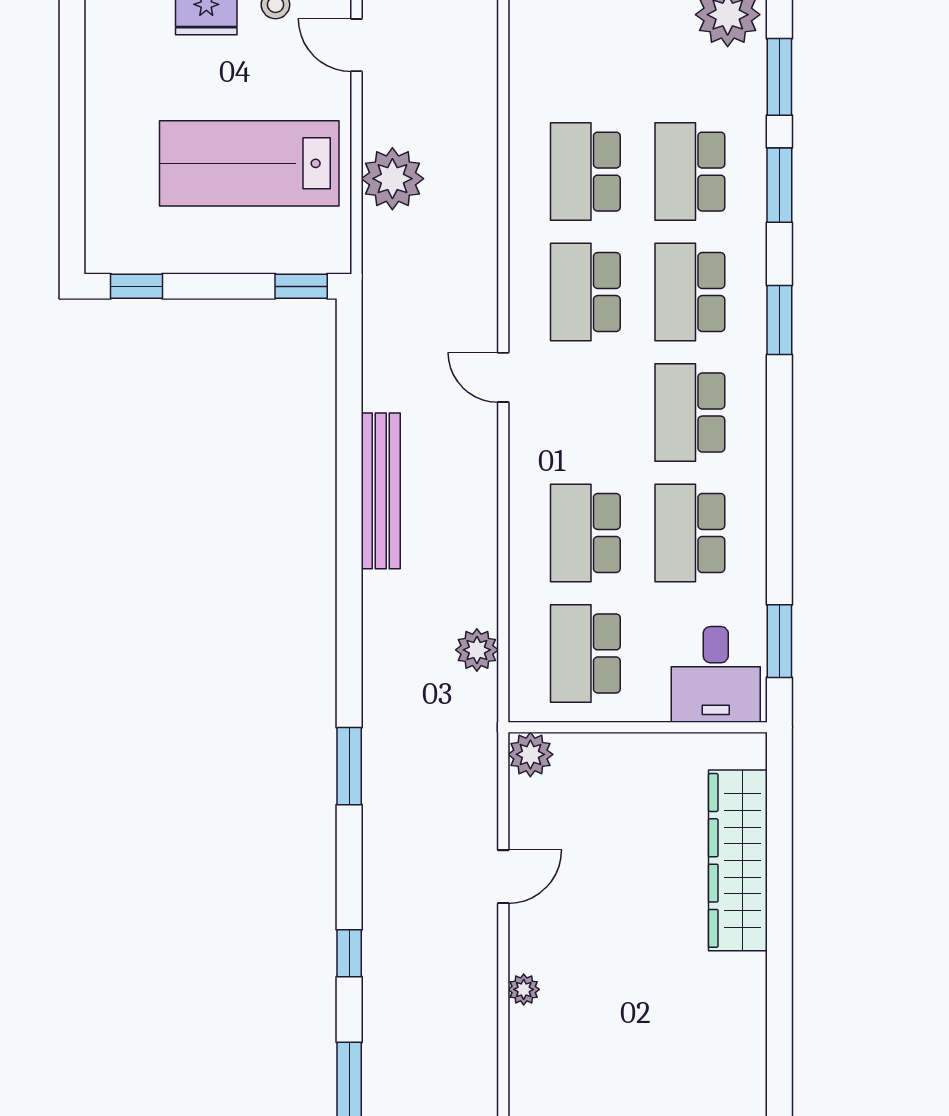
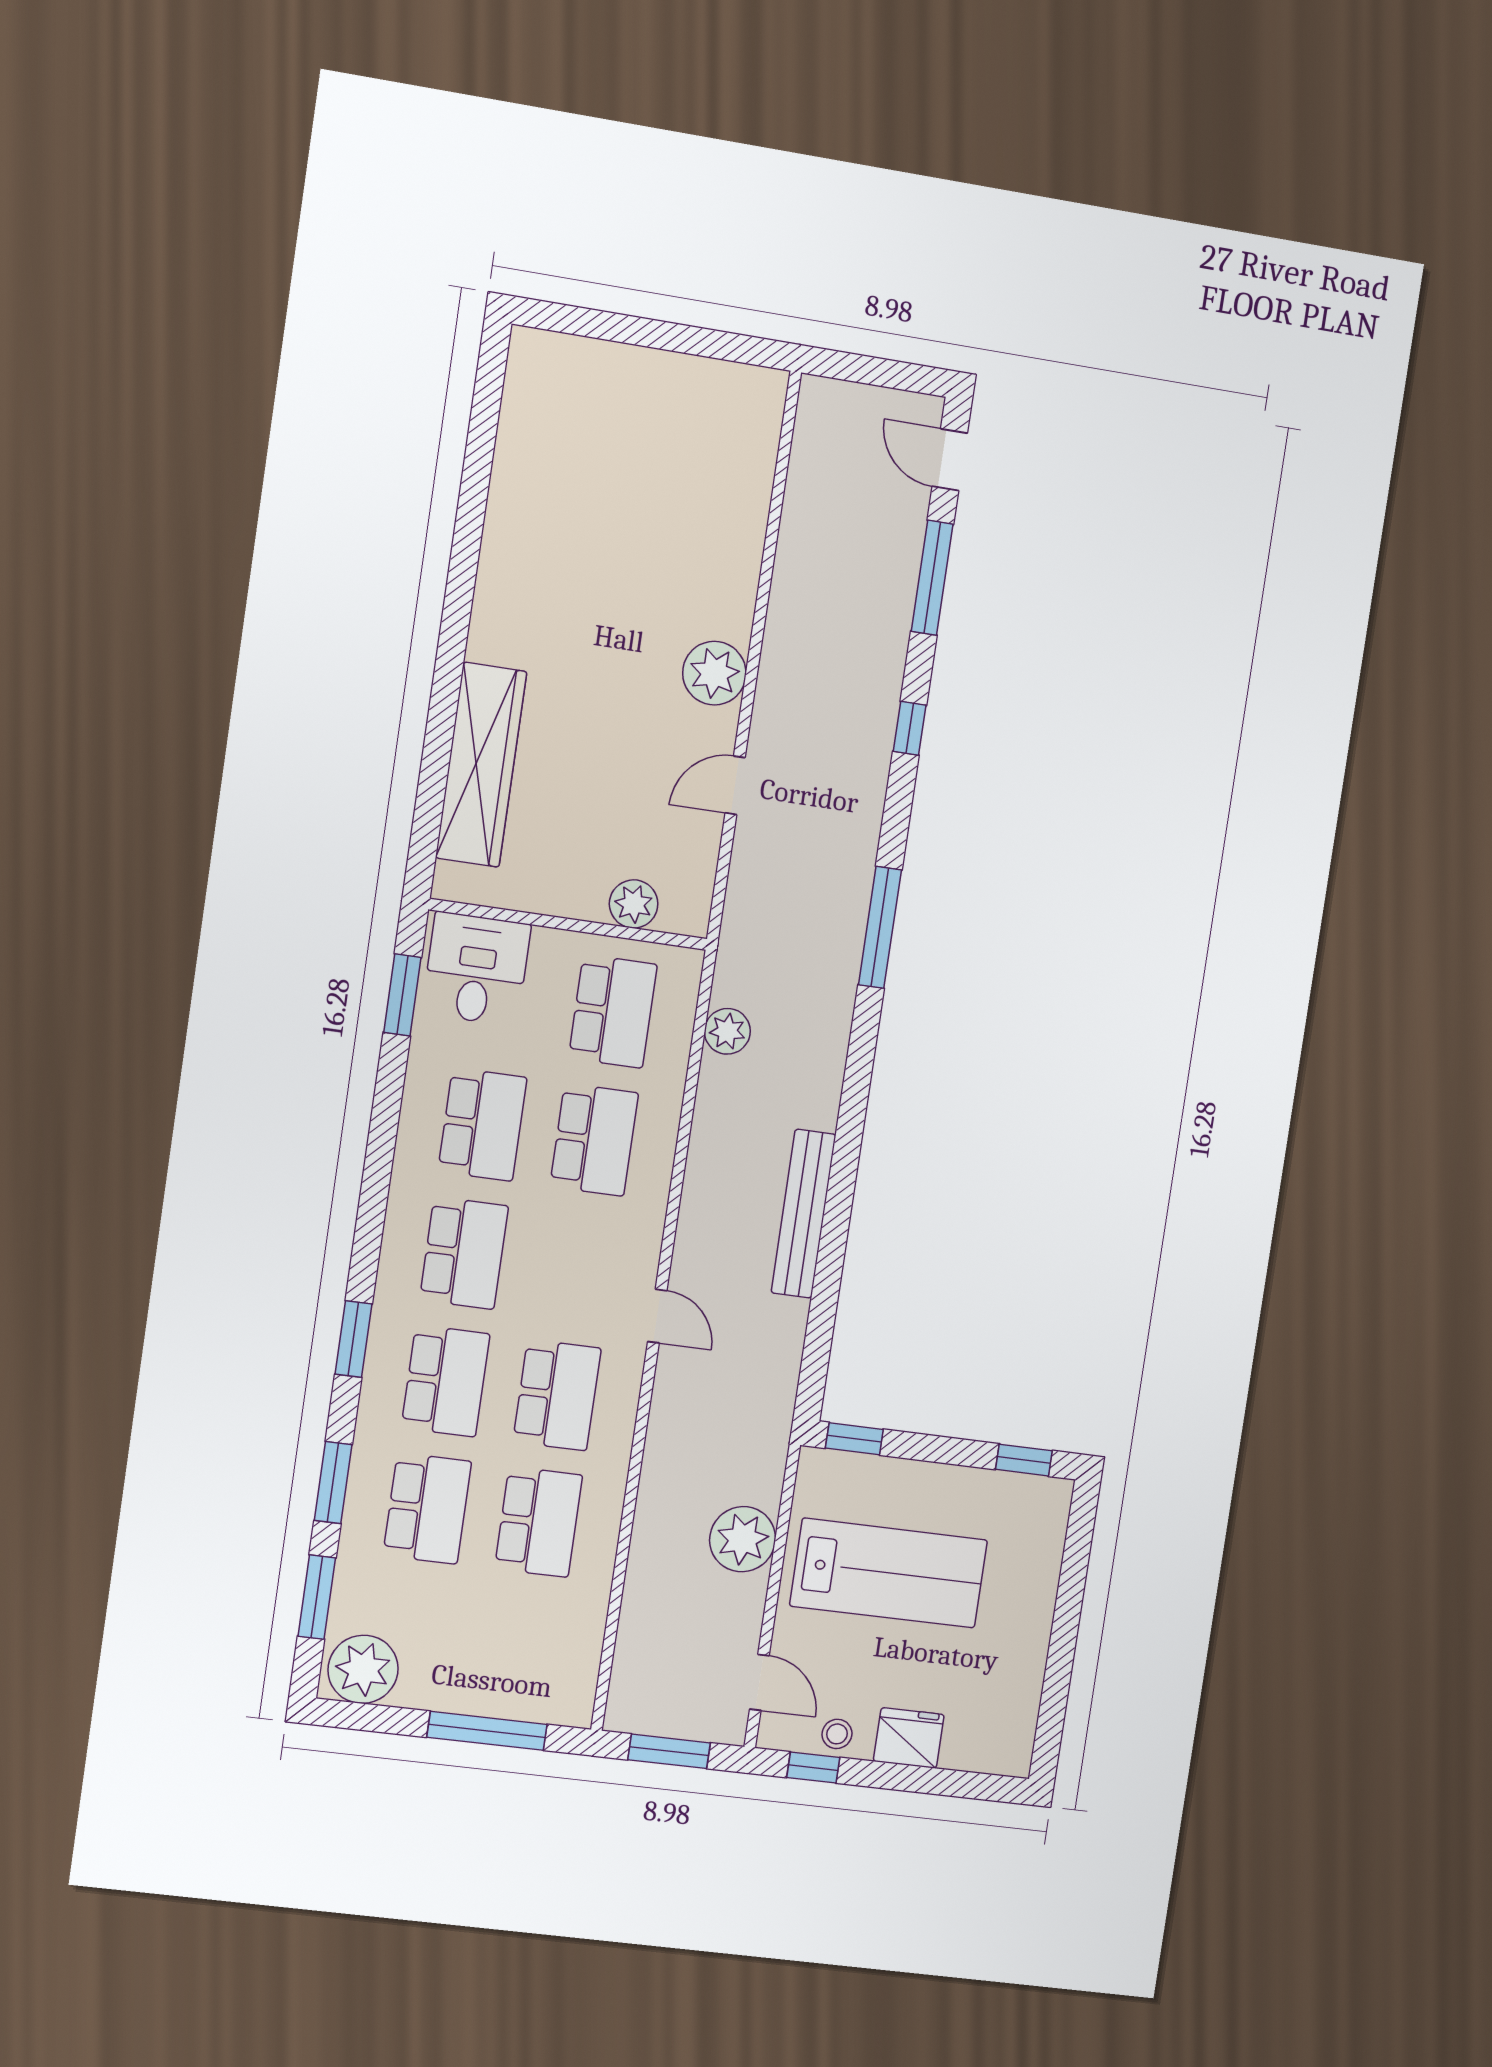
plant: (530, 754) -> (634, 904), moved
window: (349, 766) -> (880, 927), width x1.44
plant: (524, 989) -> (714, 673), width x1.88, depth x1.88

